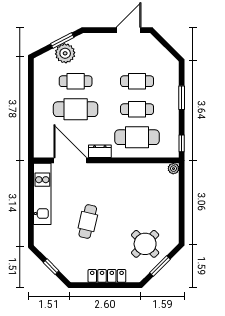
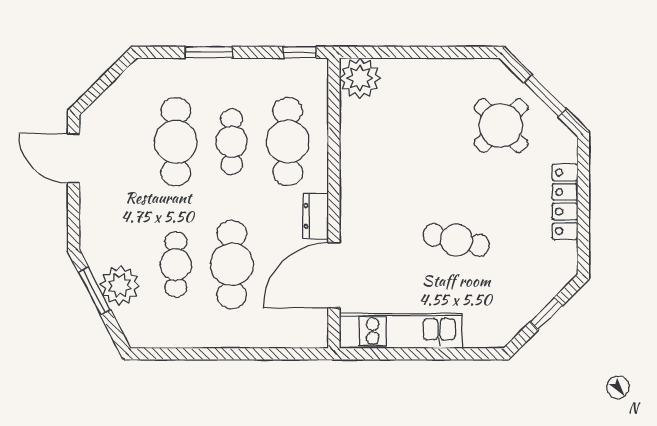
cafe table: (137, 81) -> (176, 142), width x1.37, depth x1.35
plant: (173, 169) -> (360, 78), width x1.88, depth x1.88

